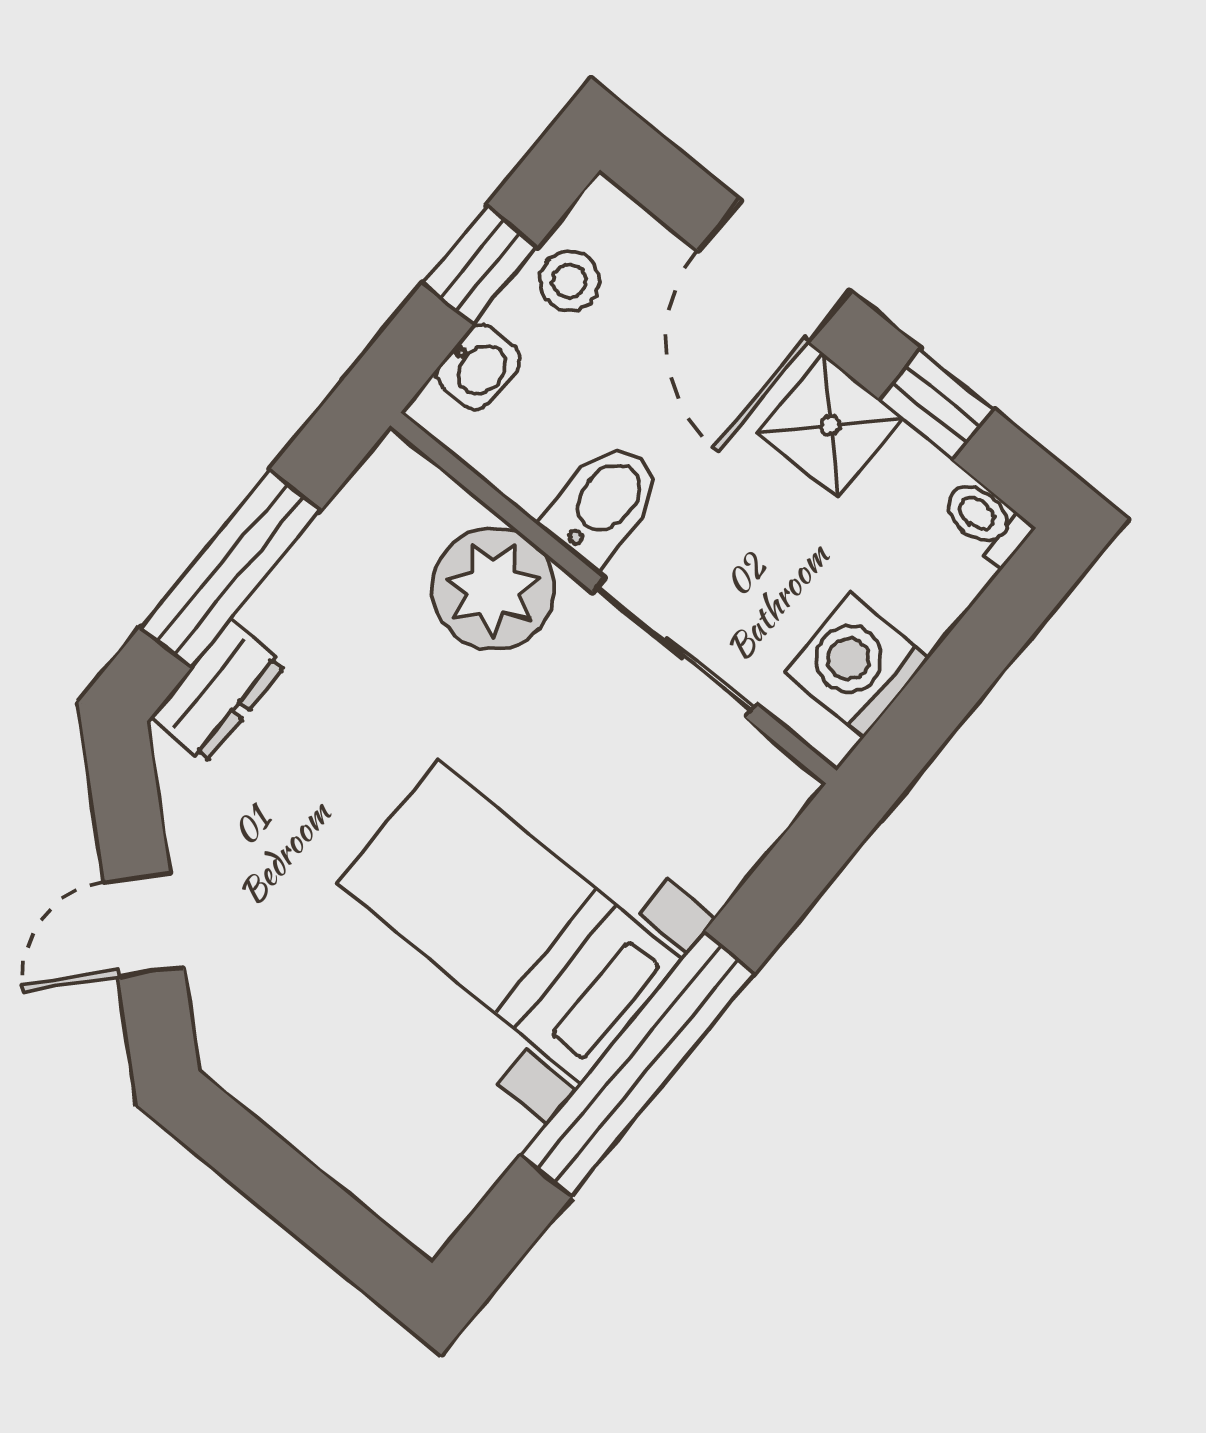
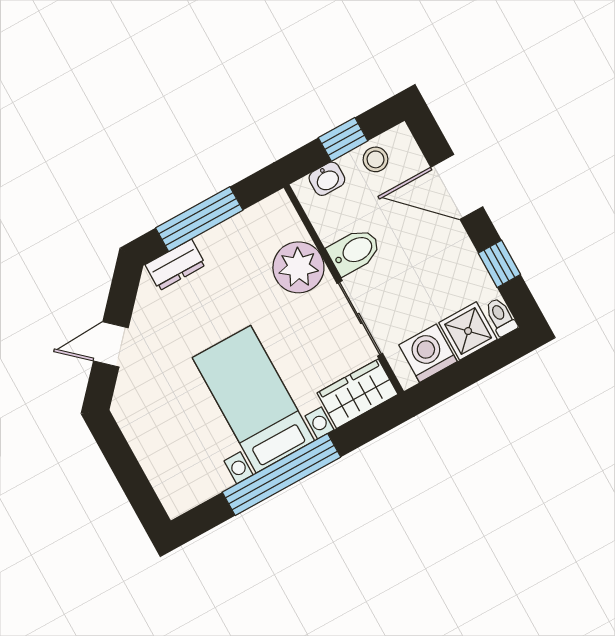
door: (774, 271) -> (457, 187), hinge flipped
shower: (830, 425) -> (468, 331), moved
wardrobe: (735, 817) -> (357, 394), added

